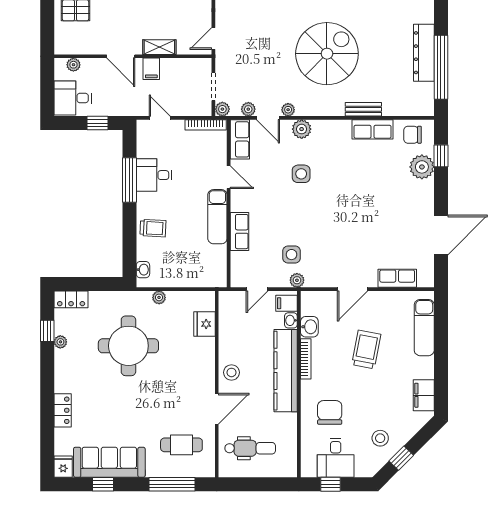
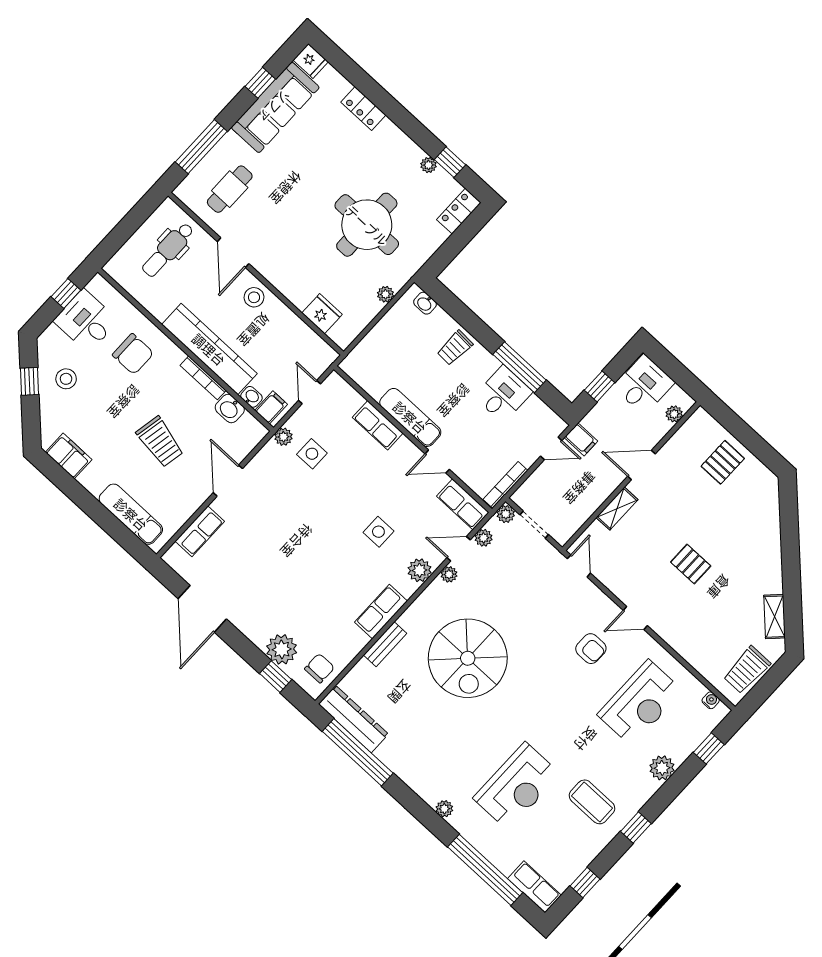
dresser: (424, 53) -> (353, 719), moved
filing cabinet: (151, 69) -> (581, 439), moved, turned 180
row of seats: (373, 129) -> (381, 612), moved

